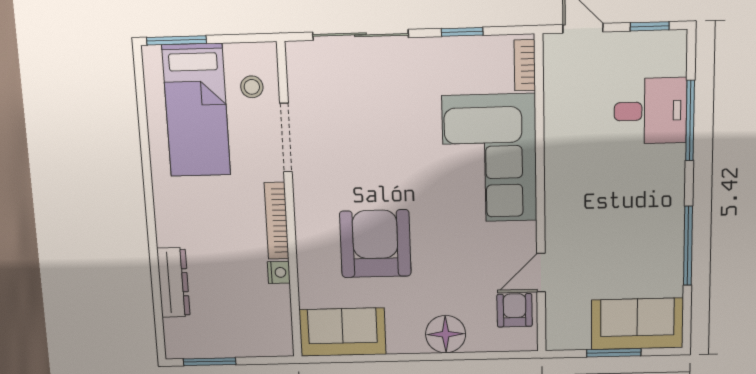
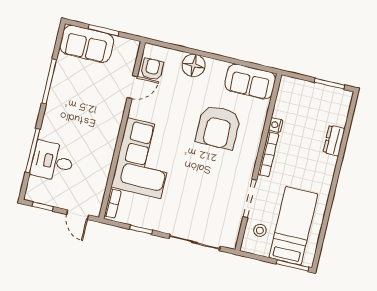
dresser: (173, 283) -> (334, 141), width x0.70
armchair: (515, 310) -> (152, 69), turned 180

